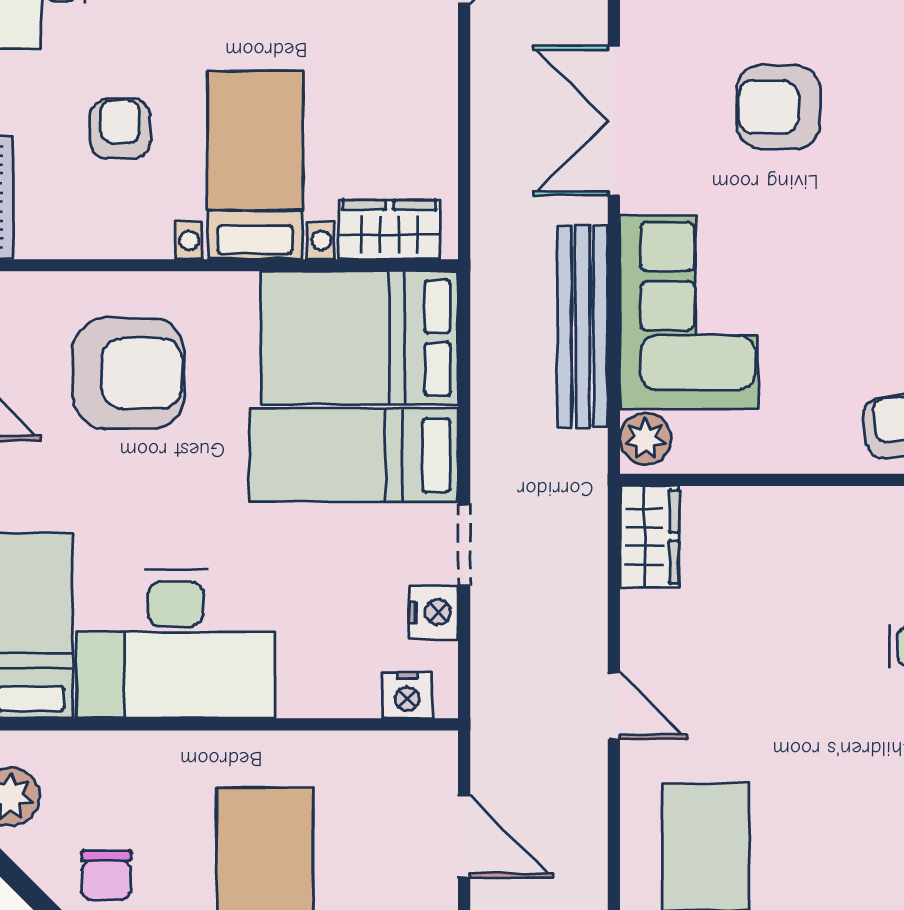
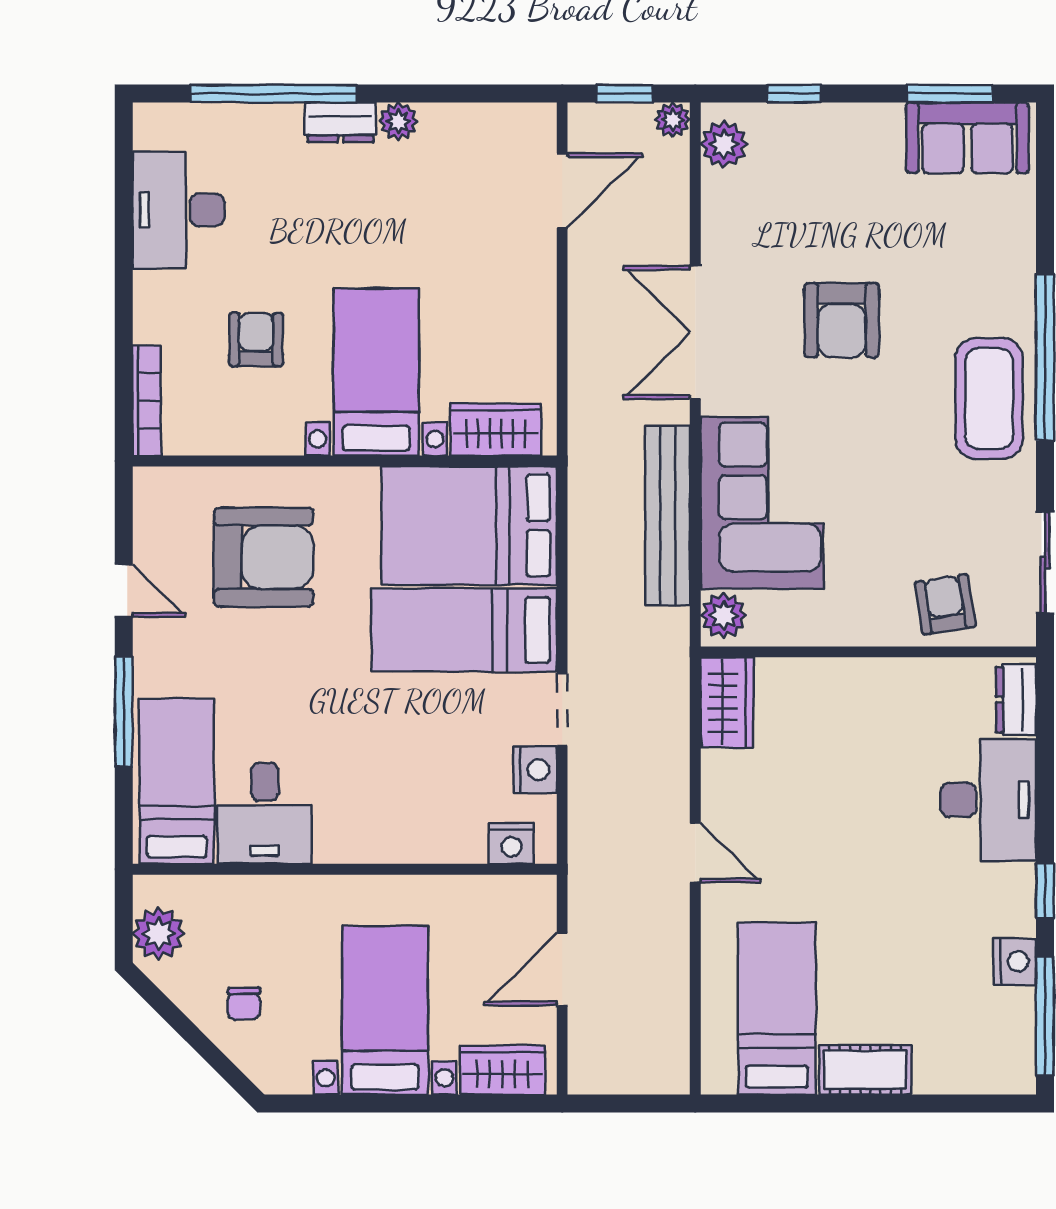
armchair: (778, 107) -> (842, 320), turned -90
desk: (176, 644) -> (265, 813), width x0.53, depth x0.77
door: (464, 837) -> (562, 969), swing flipped
chair: (106, 875) -> (244, 1004), width x0.73, depth x0.73

